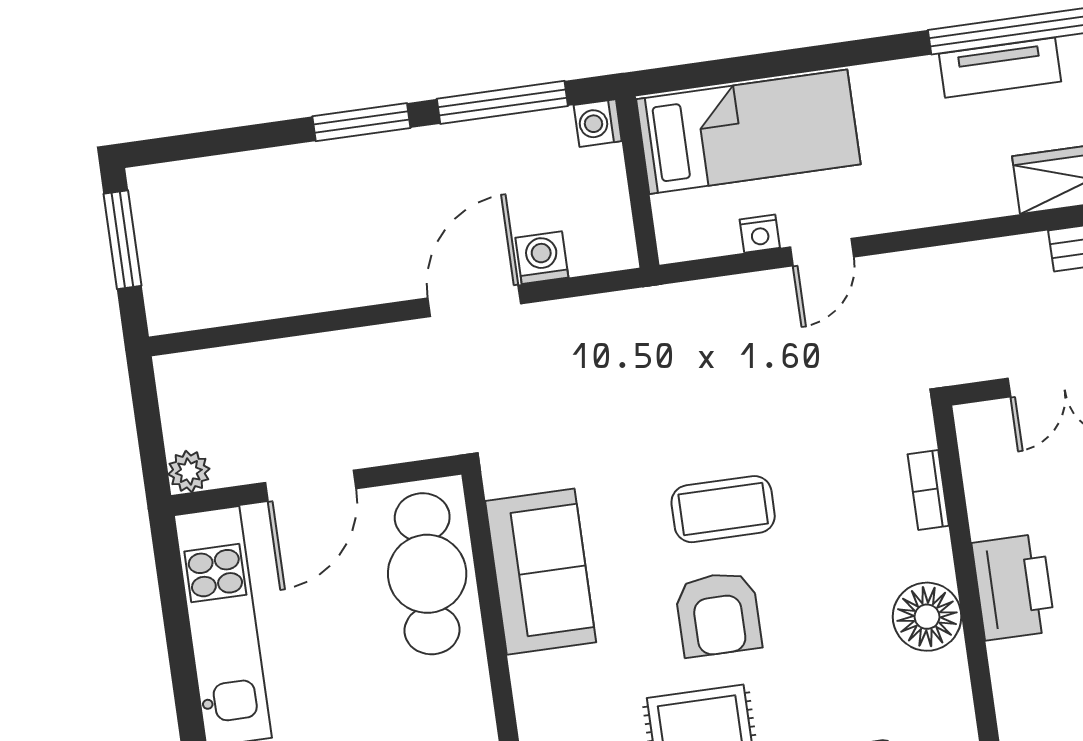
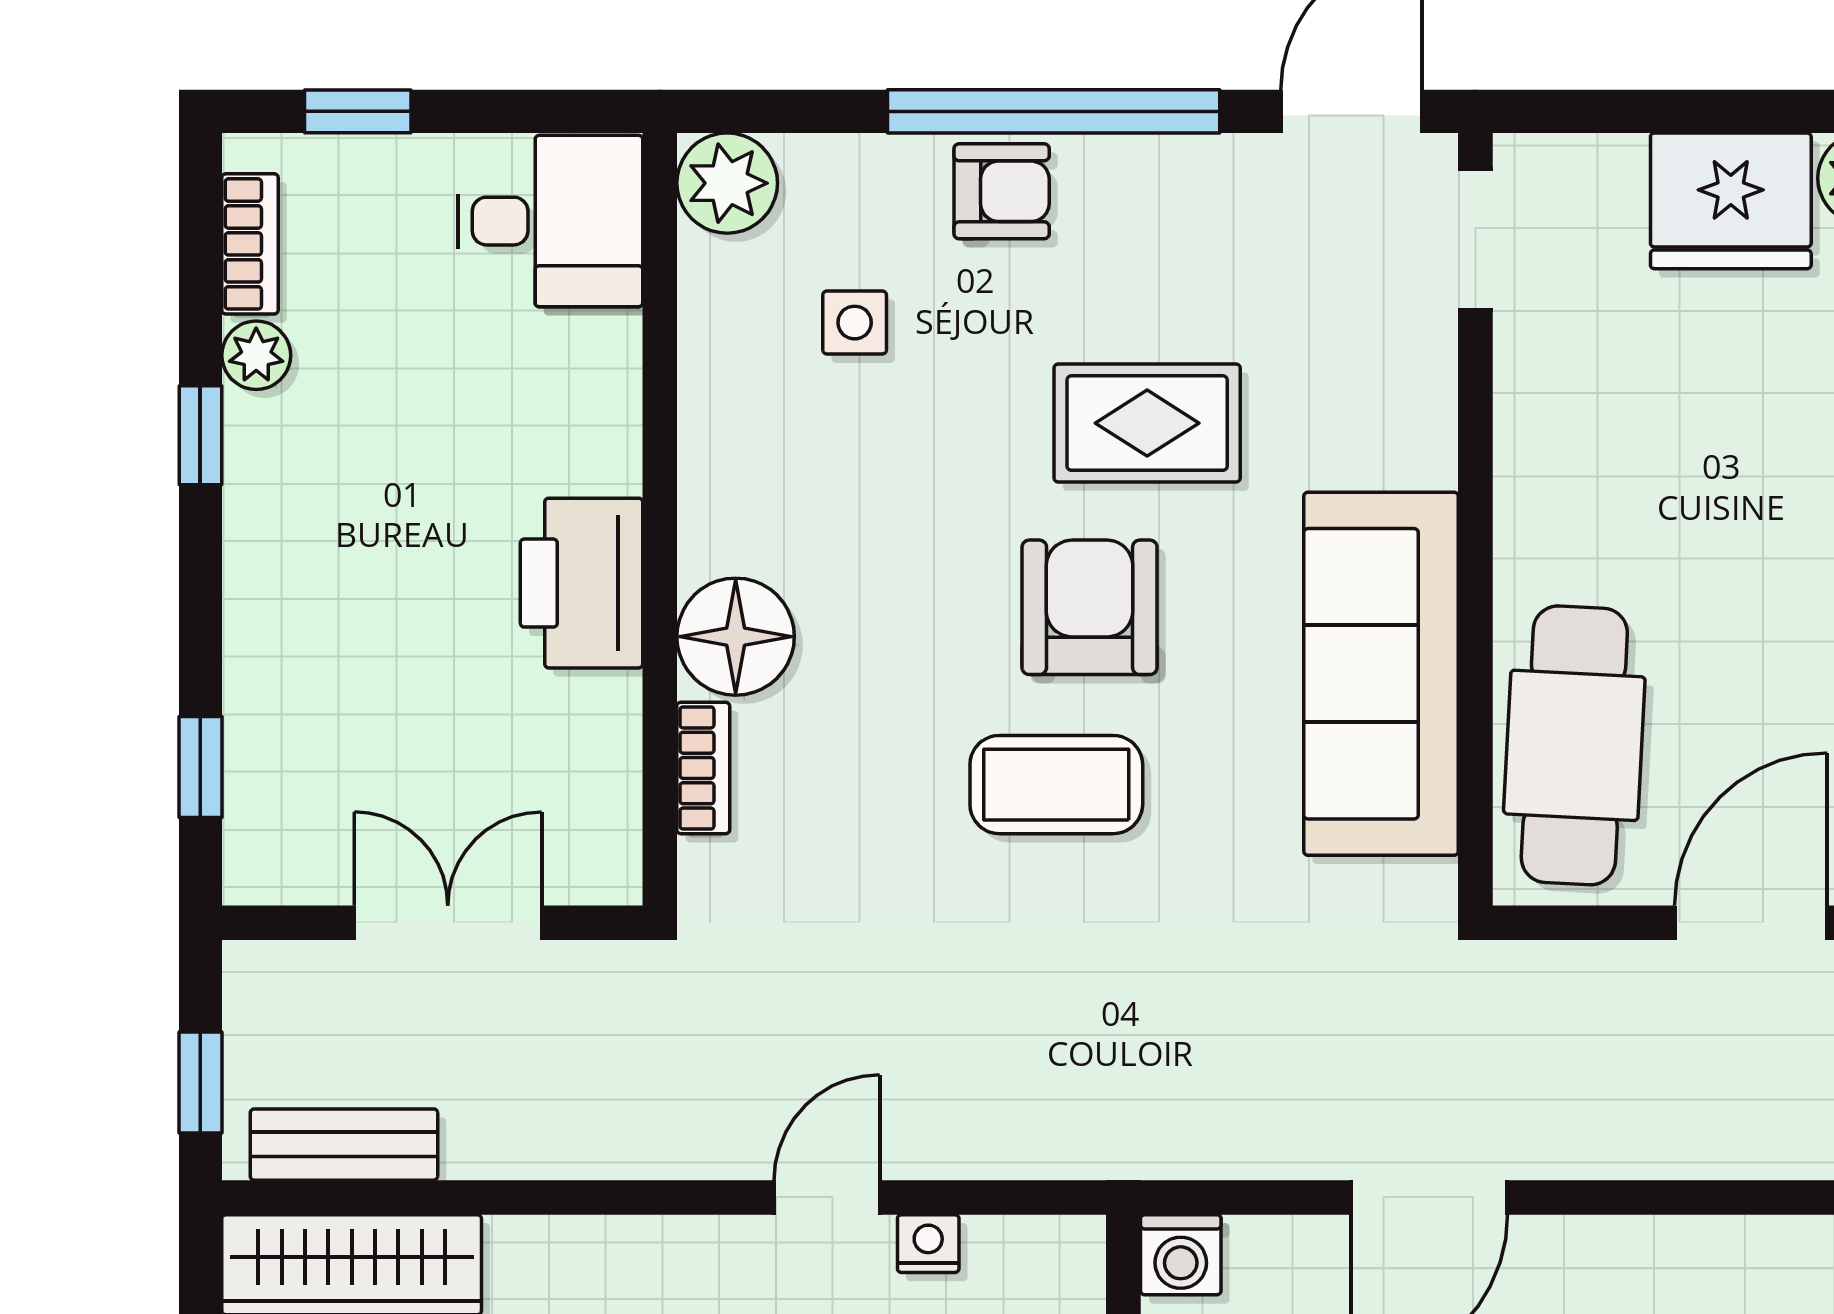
washing machine: (542, 258) -> (1181, 1255), moved
sofa: (541, 572) -> (1381, 674), width x1.36
floor lamp: (927, 617) -> (736, 637), moved

